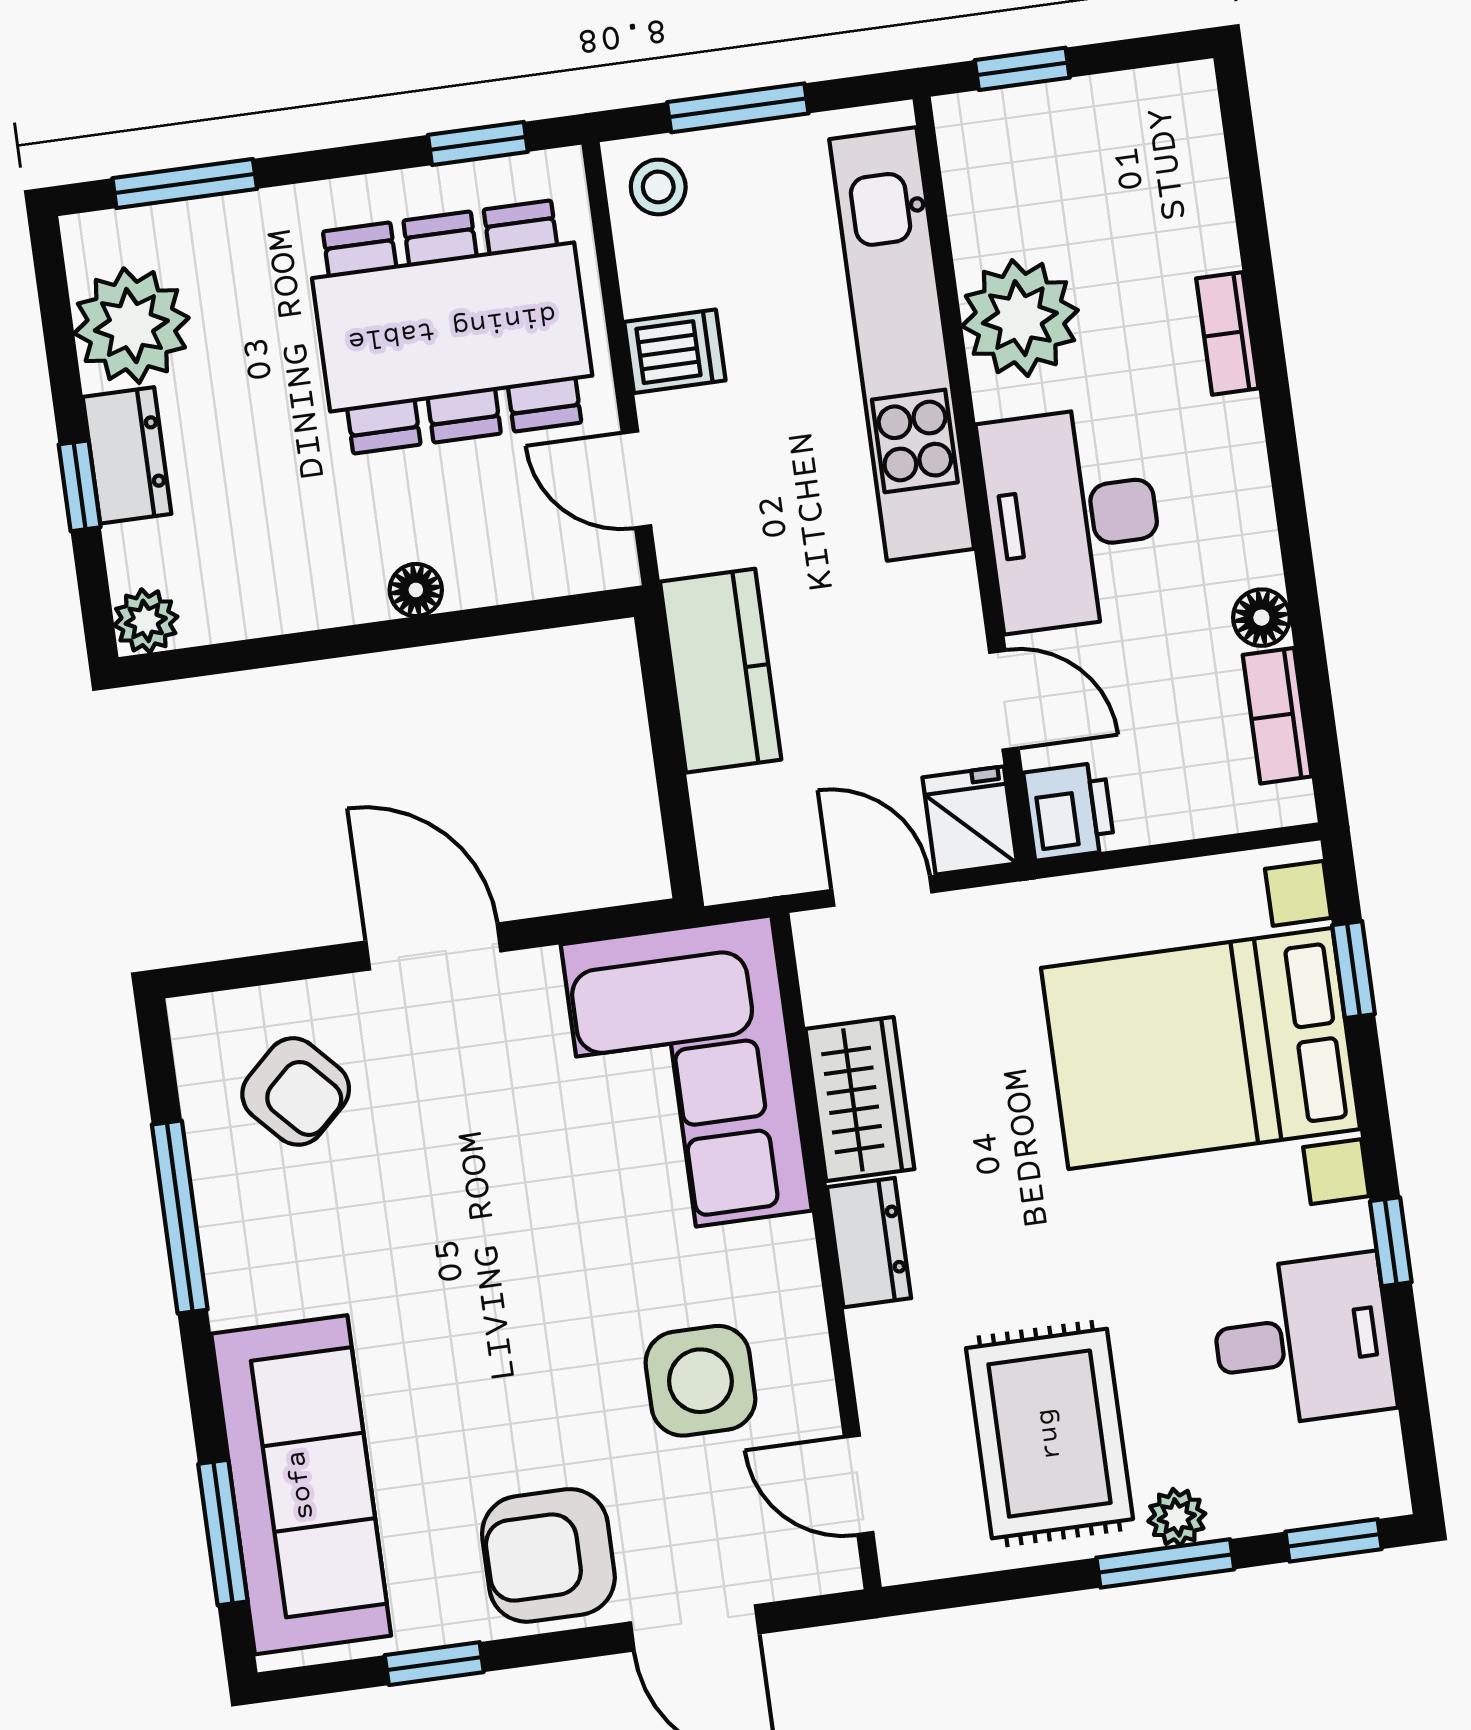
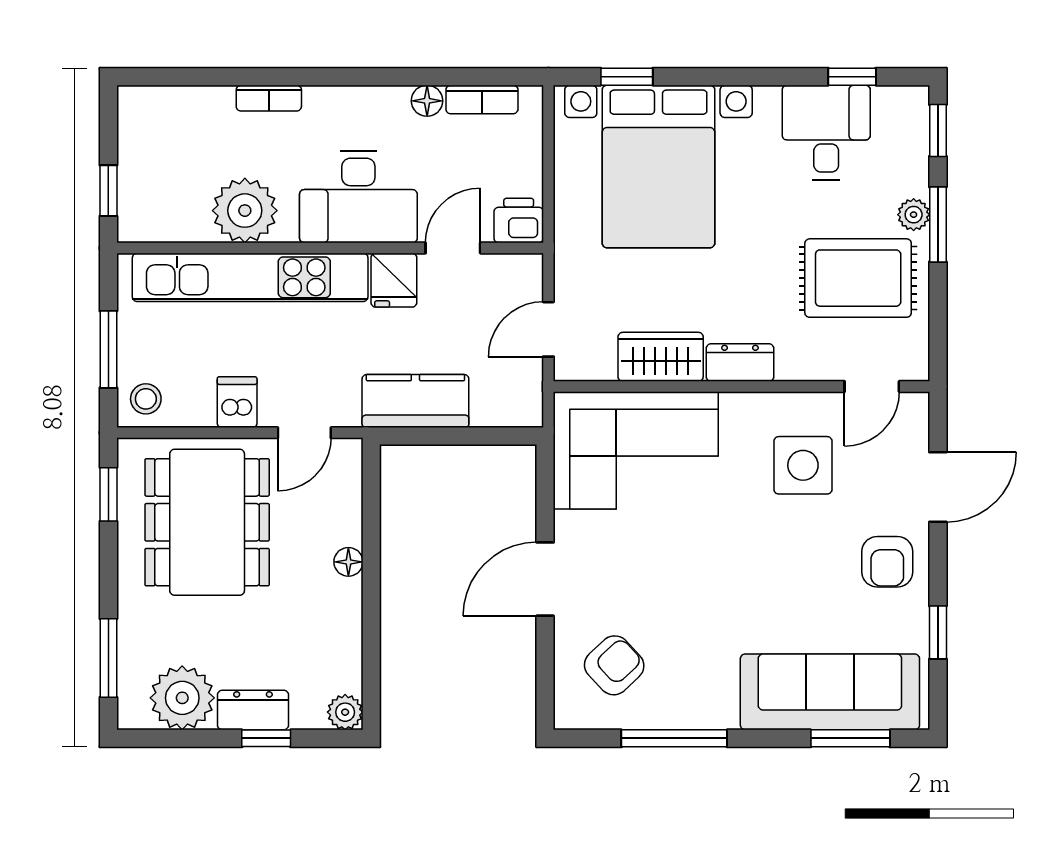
fridge: (970, 820) -> (394, 280), moved, turned -90
window: (1391, 1242) -> (852, 77), moved
armchair: (548, 1555) -> (887, 562), width x0.72, depth x0.72

